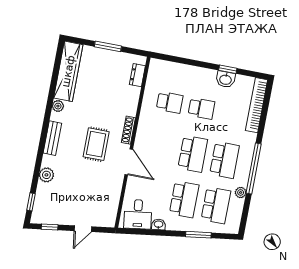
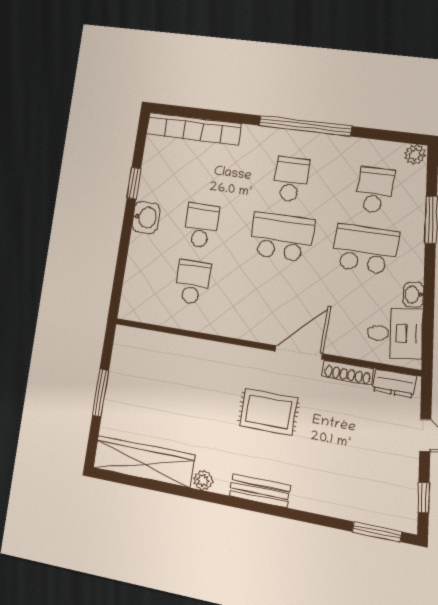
dresser: (137, 75) -> (394, 383), moved
washbasin: (226, 79) -> (146, 217), moved
shoe rack: (128, 130) -> (348, 372), moved
school desk: (225, 160) -> (291, 179), width x0.54
plant: (46, 175) -> (326, 502), removed
plant: (241, 192) -> (415, 154), moved
window: (31, 202) -> (377, 532), width x1.50
school desk: (216, 205) -> (375, 190), width x0.54

